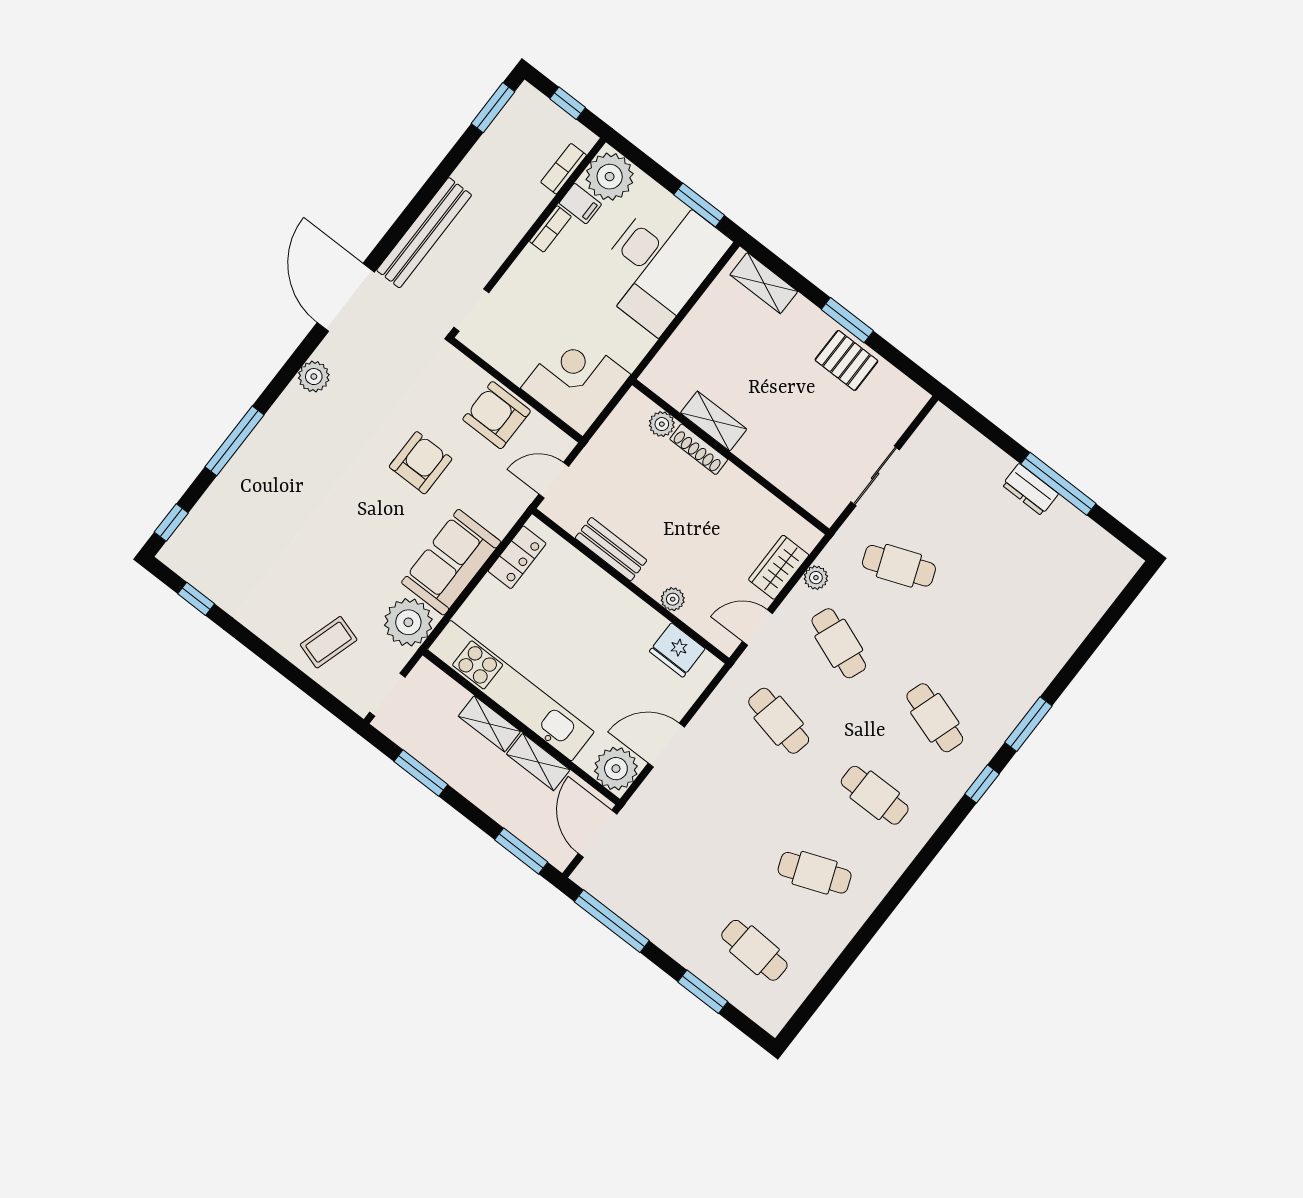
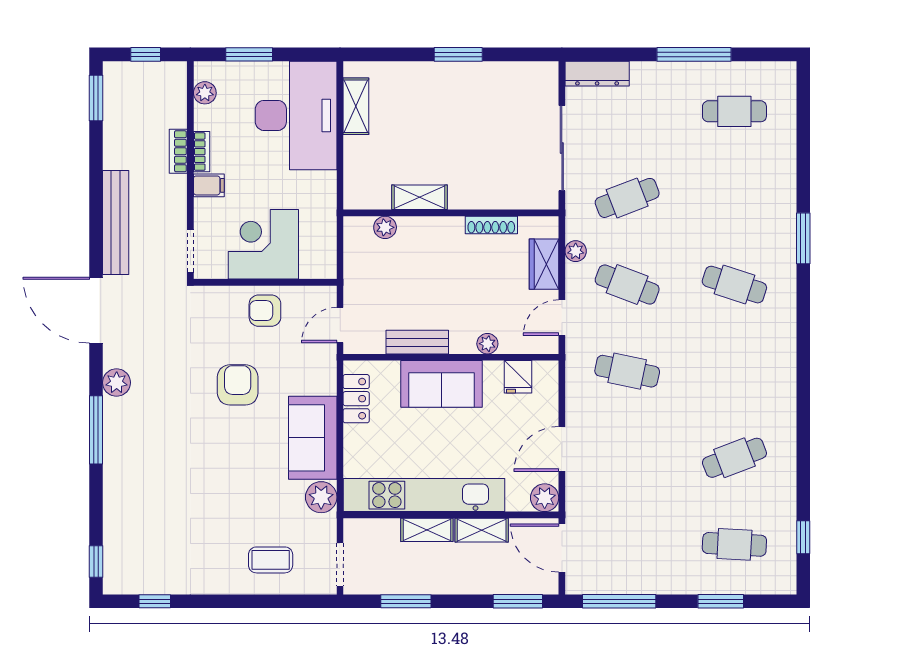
bookcase: (564, 169) -> (178, 151), moved
plant: (610, 177) -> (205, 93), width x0.53, depth x0.53
filing cabinet: (580, 204) -> (209, 185), moved
window: (699, 205) -> (249, 54), moved
shelving: (764, 283) -> (356, 106), moved, turned 90
pallet: (846, 360) -> (479, 83), removed
corner desk: (576, 381) -> (263, 244), moved
armchair: (497, 415) -> (265, 311), width x0.72, depth x0.72
window: (234, 441) -> (96, 430), moved
shoe rack: (699, 449) -> (491, 225), moved
sliding door: (875, 476) -> (562, 148), width x1.37
dresser: (1030, 489) -> (597, 74), moved, width x1.44
sofa: (604, 603) -> (441, 384), added
plant: (408, 622) -> (321, 497), width x0.73, depth x0.73
coffee table: (329, 642) -> (271, 560), turned 73
fridge: (677, 650) -> (518, 377), width x0.72
plant: (616, 769) -> (545, 498), width x0.73, depth x0.73
window: (982, 784) -> (803, 537), moved
cafe table: (875, 795) -> (734, 111), moved

